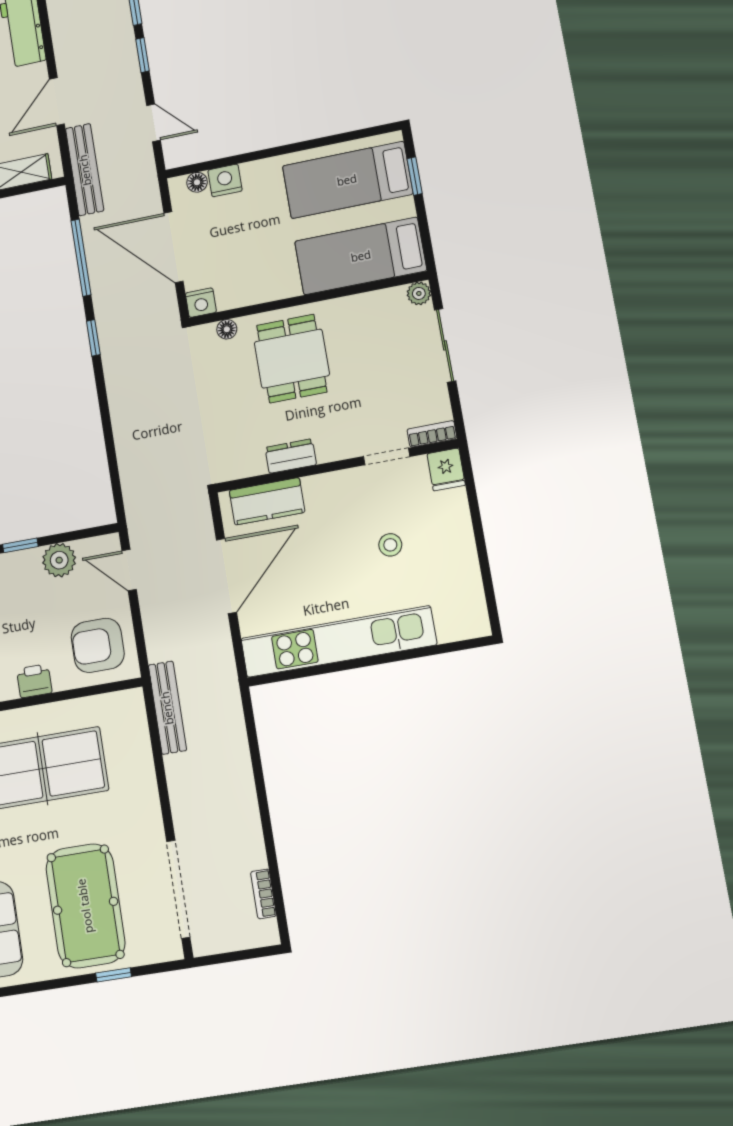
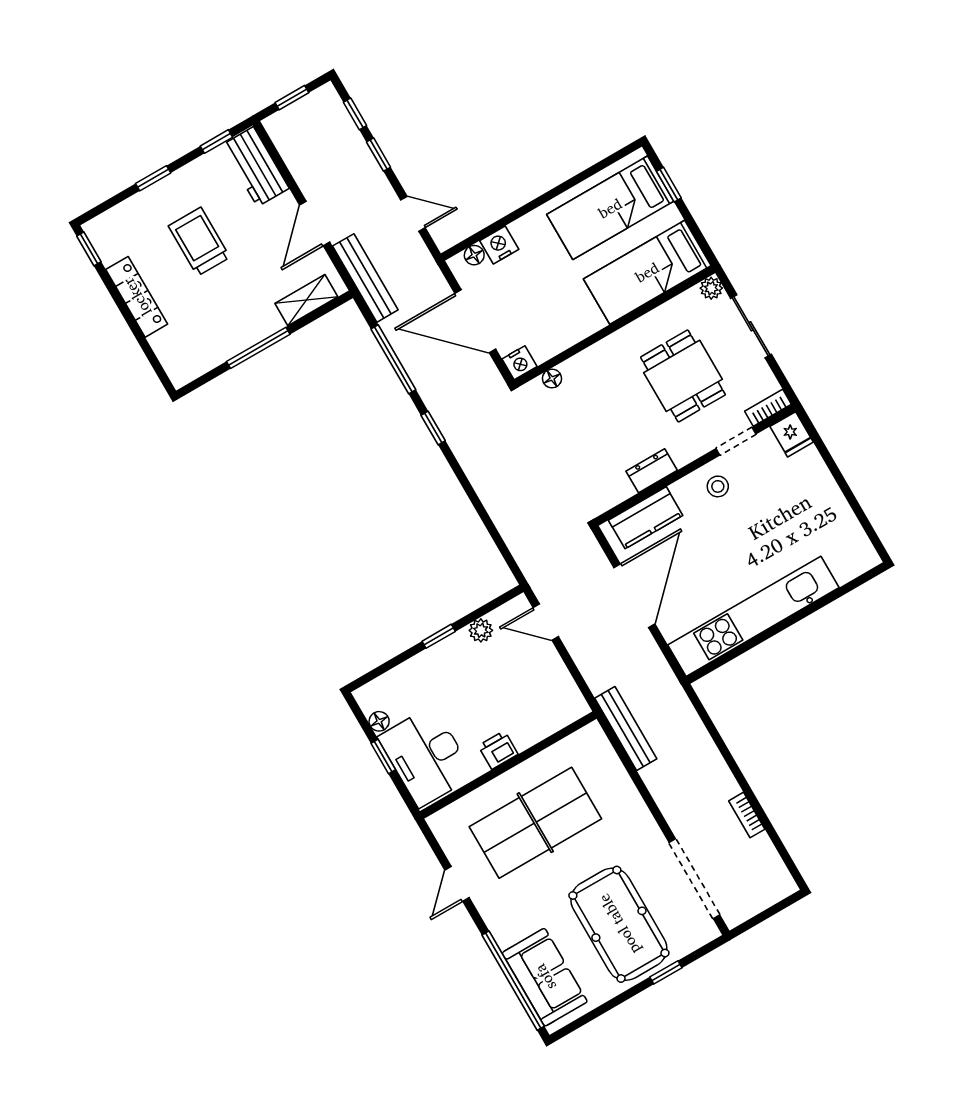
dining table: (292, 359) -> (683, 376), moved
stool: (390, 545) -> (718, 486), moved
plant: (59, 560) -> (481, 630), width x0.73, depth x0.73
armchair: (98, 645) -> (543, 698), removed
bookcase: (263, 894) -> (747, 815), moved

